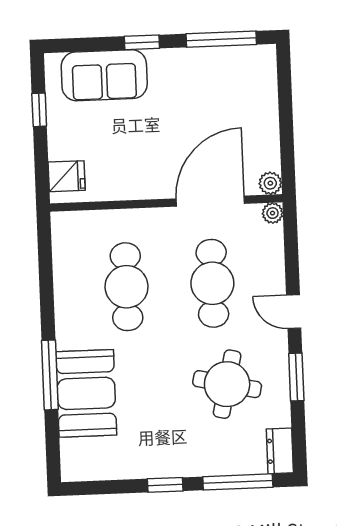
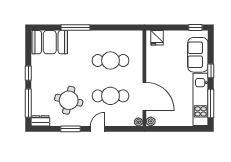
kitchen unit: (212, 64) -> (201, 99), added
window: (39, 110) -> (195, 27), moved
booth: (86, 393) -> (50, 42), moved

